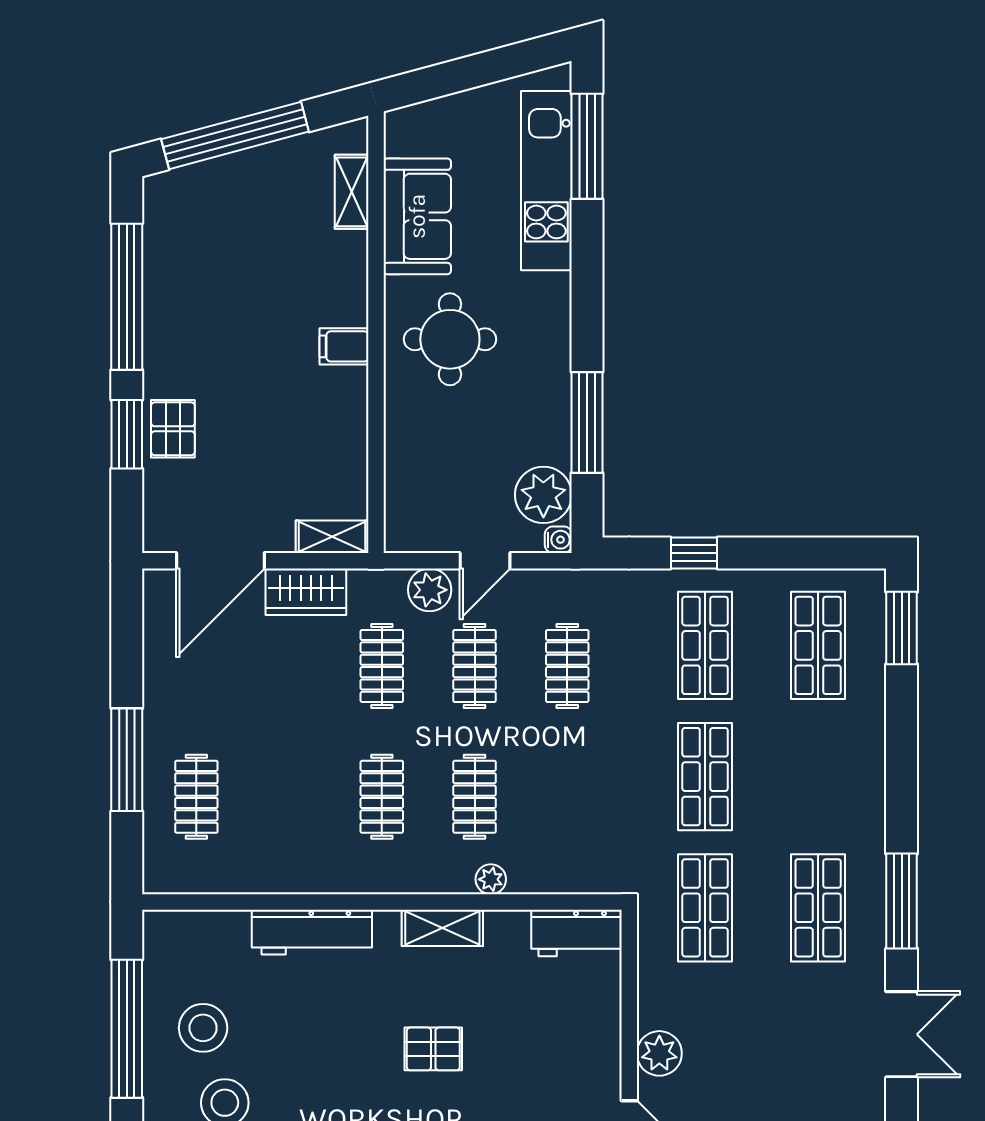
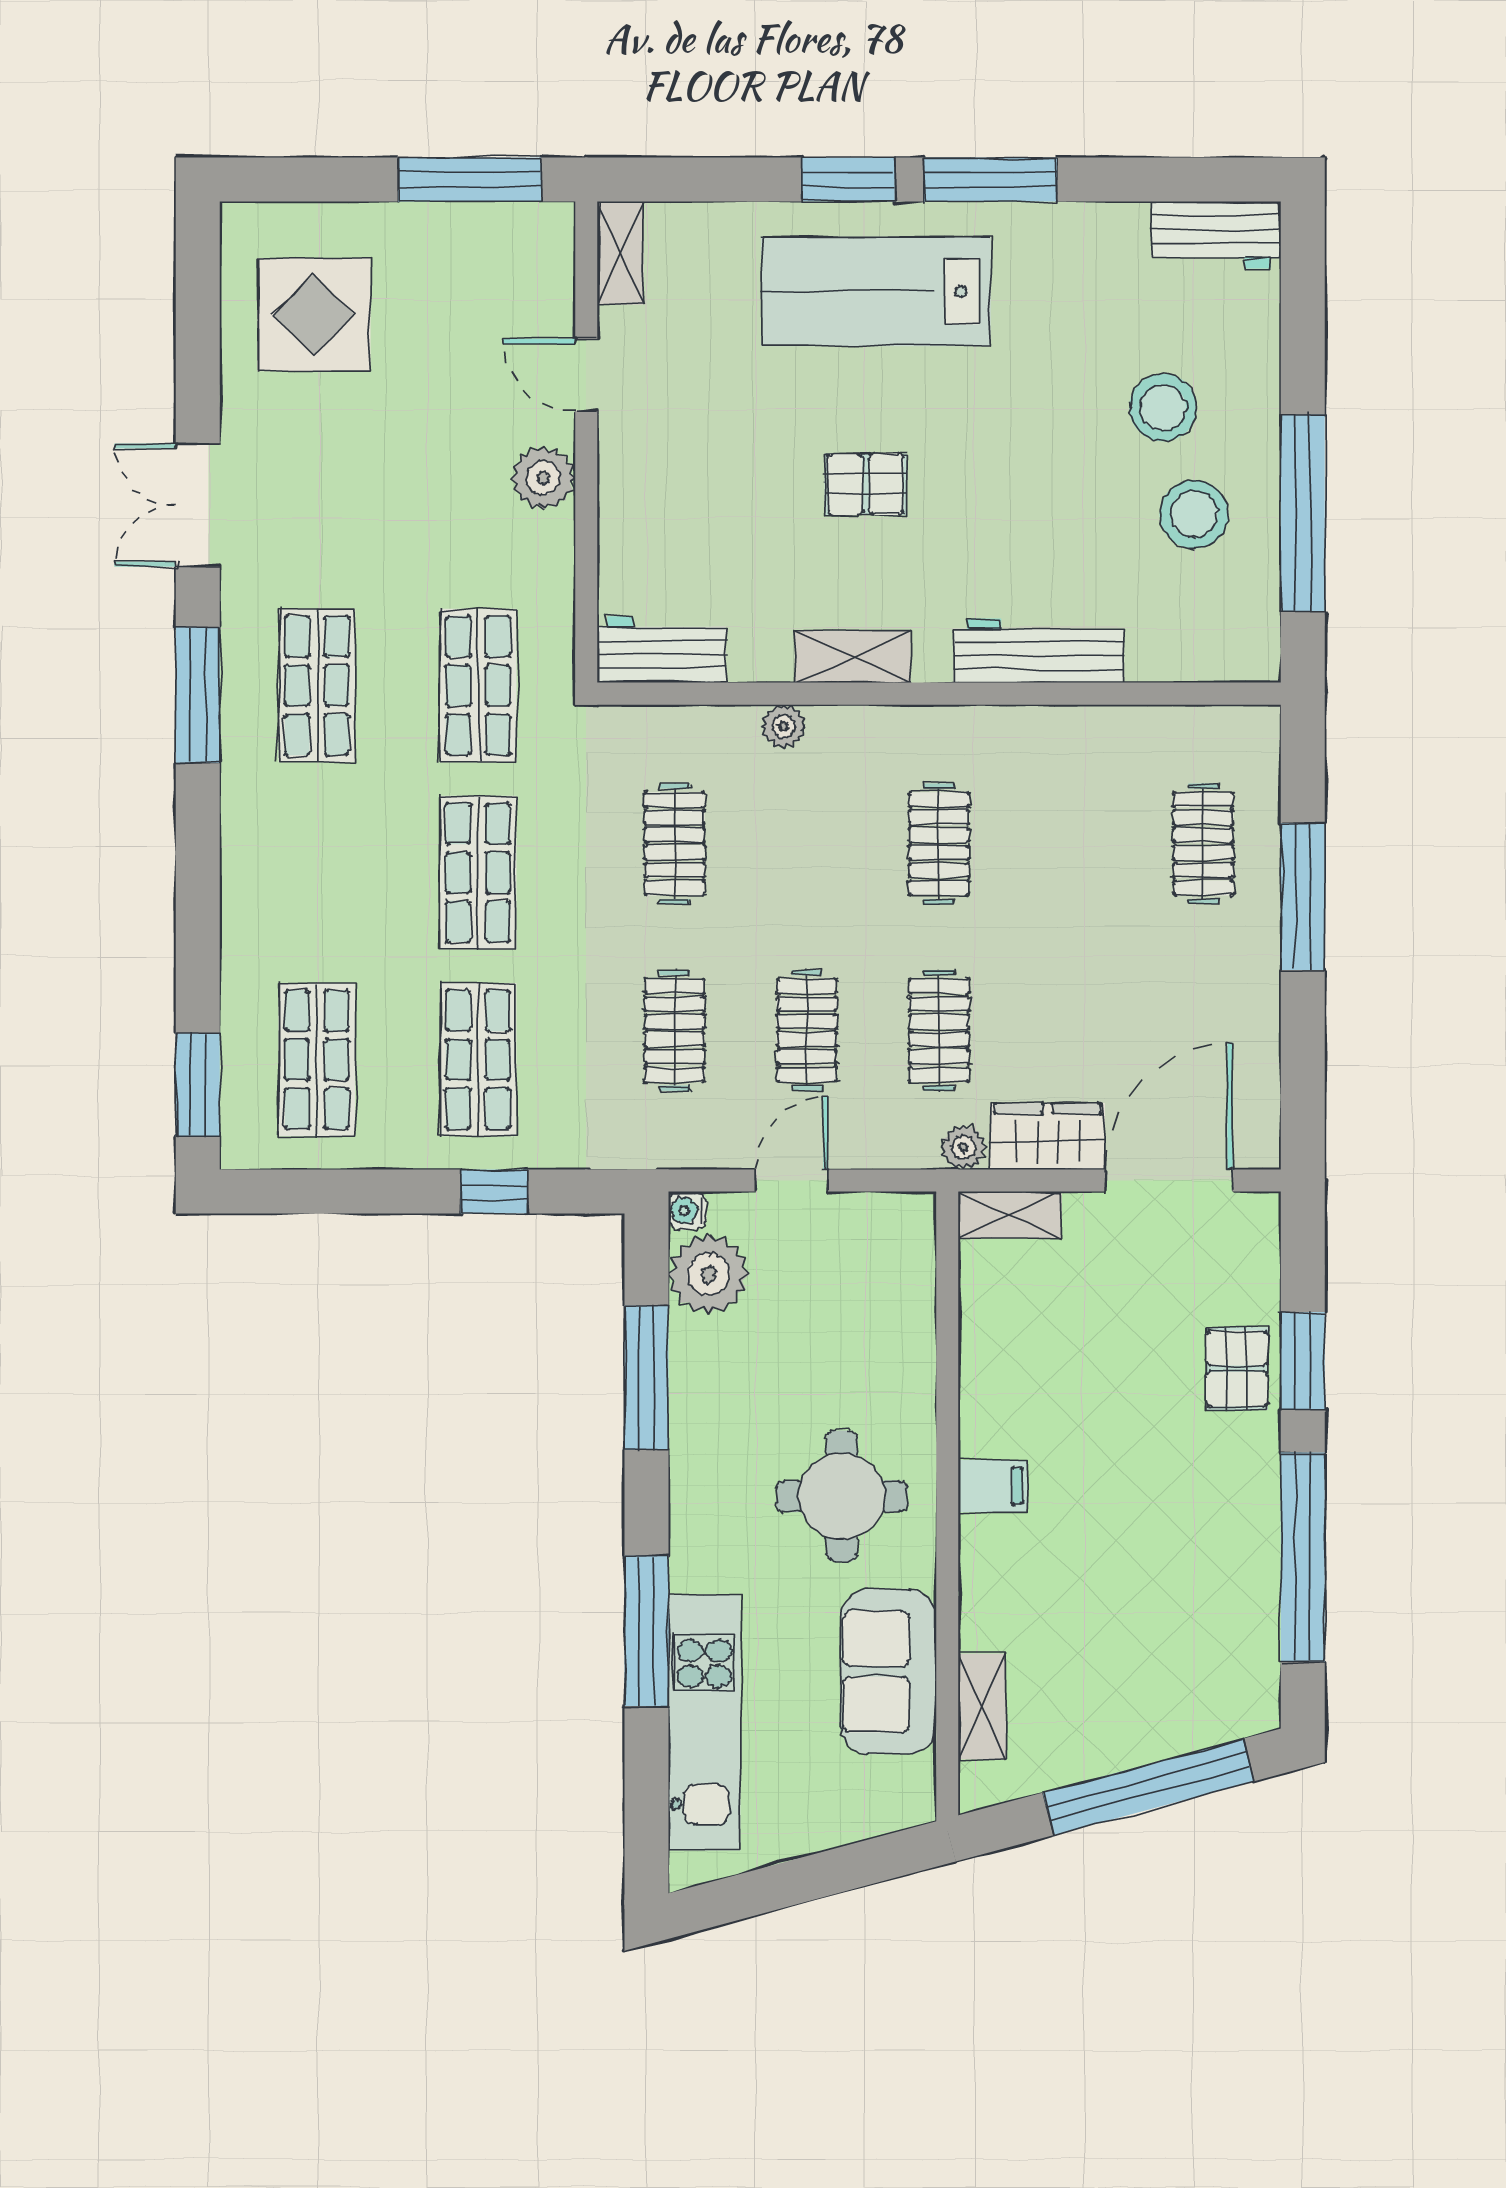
window: (587, 146) -> (646, 1631), moved
plant: (430, 590) -> (963, 1147), moved, width x0.73, depth x0.73
clothes rail: (475, 797) -> (675, 844), moved

